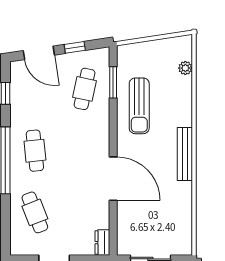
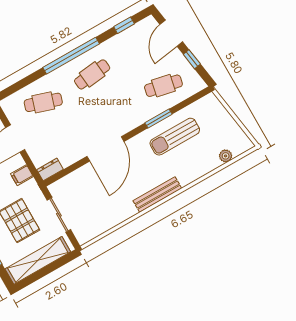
window: (113, 82) -> (158, 119), moved
cafe table: (35, 212) -> (43, 102), turned 39

